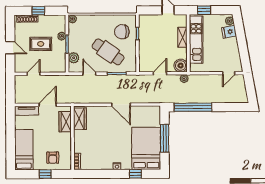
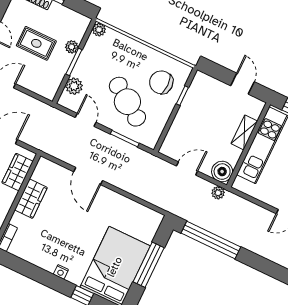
door: (121, 105) -> (88, 176), moved
wardrobe: (80, 119) -> (31, 199), moved

